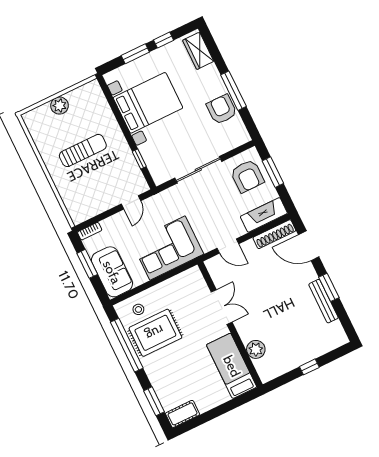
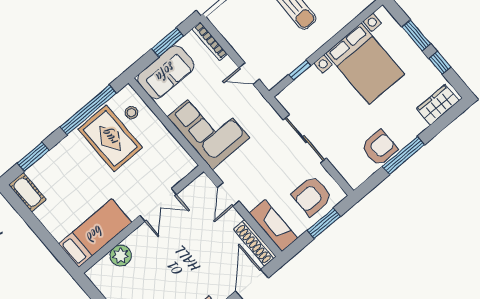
bookcase: (90, 231) -> (210, 41), width x1.56

